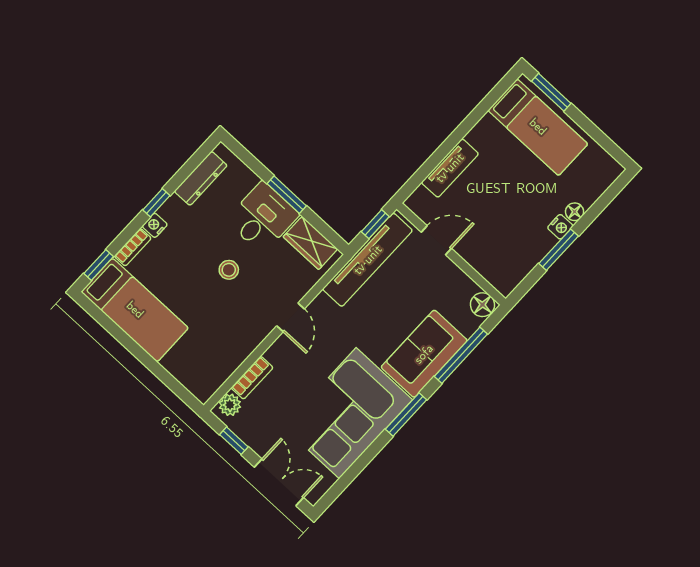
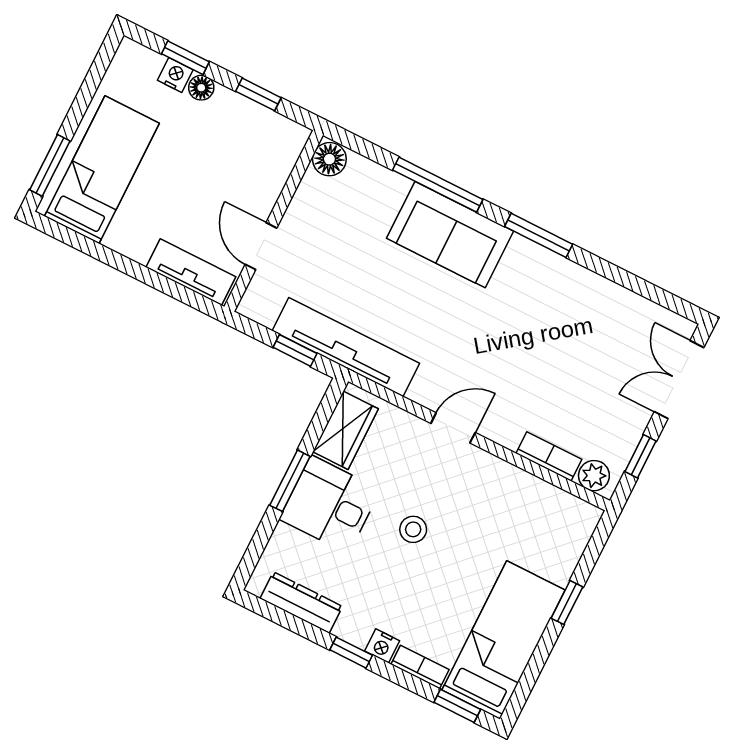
window: (598, 207) -> (185, 58), added
nightstand: (560, 227) -> (175, 75), moved
door: (436, 240) -> (261, 246), moved
window: (559, 250) -> (258, 94), width x0.67
wall: (451, 254) -> (274, 221), moved
floor lamp: (483, 305) -> (329, 159), moved
window: (148, 361) -> (567, 603), added
corner sofa: (348, 413) -> (559, 314), removed

